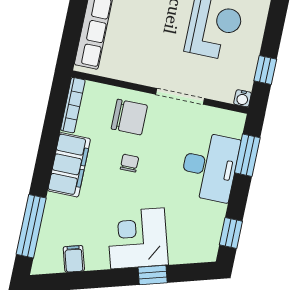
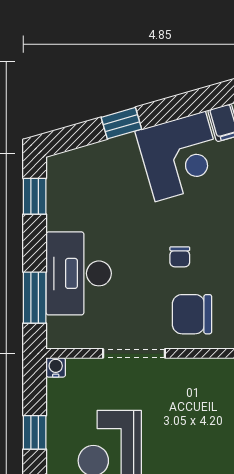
window: (265, 70) -> (35, 432), moved
corner desk: (137, 238) -> (180, 156), moved

